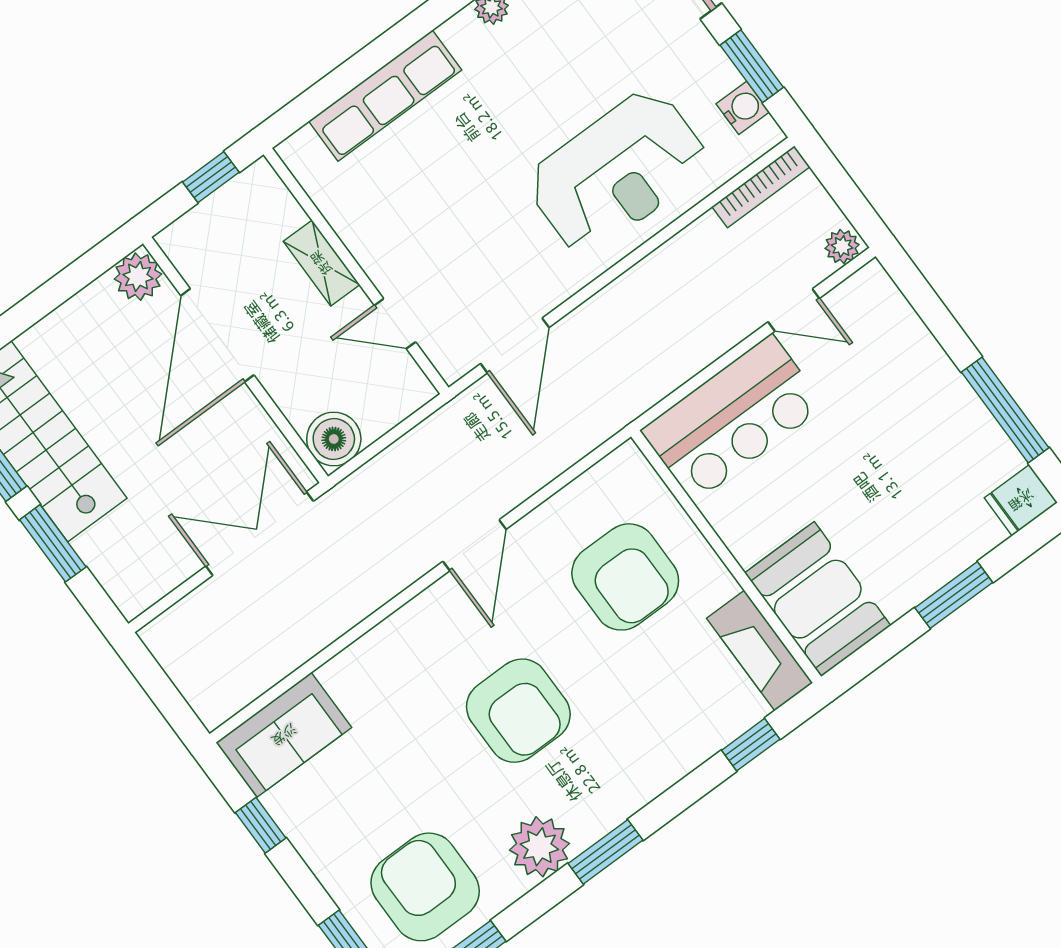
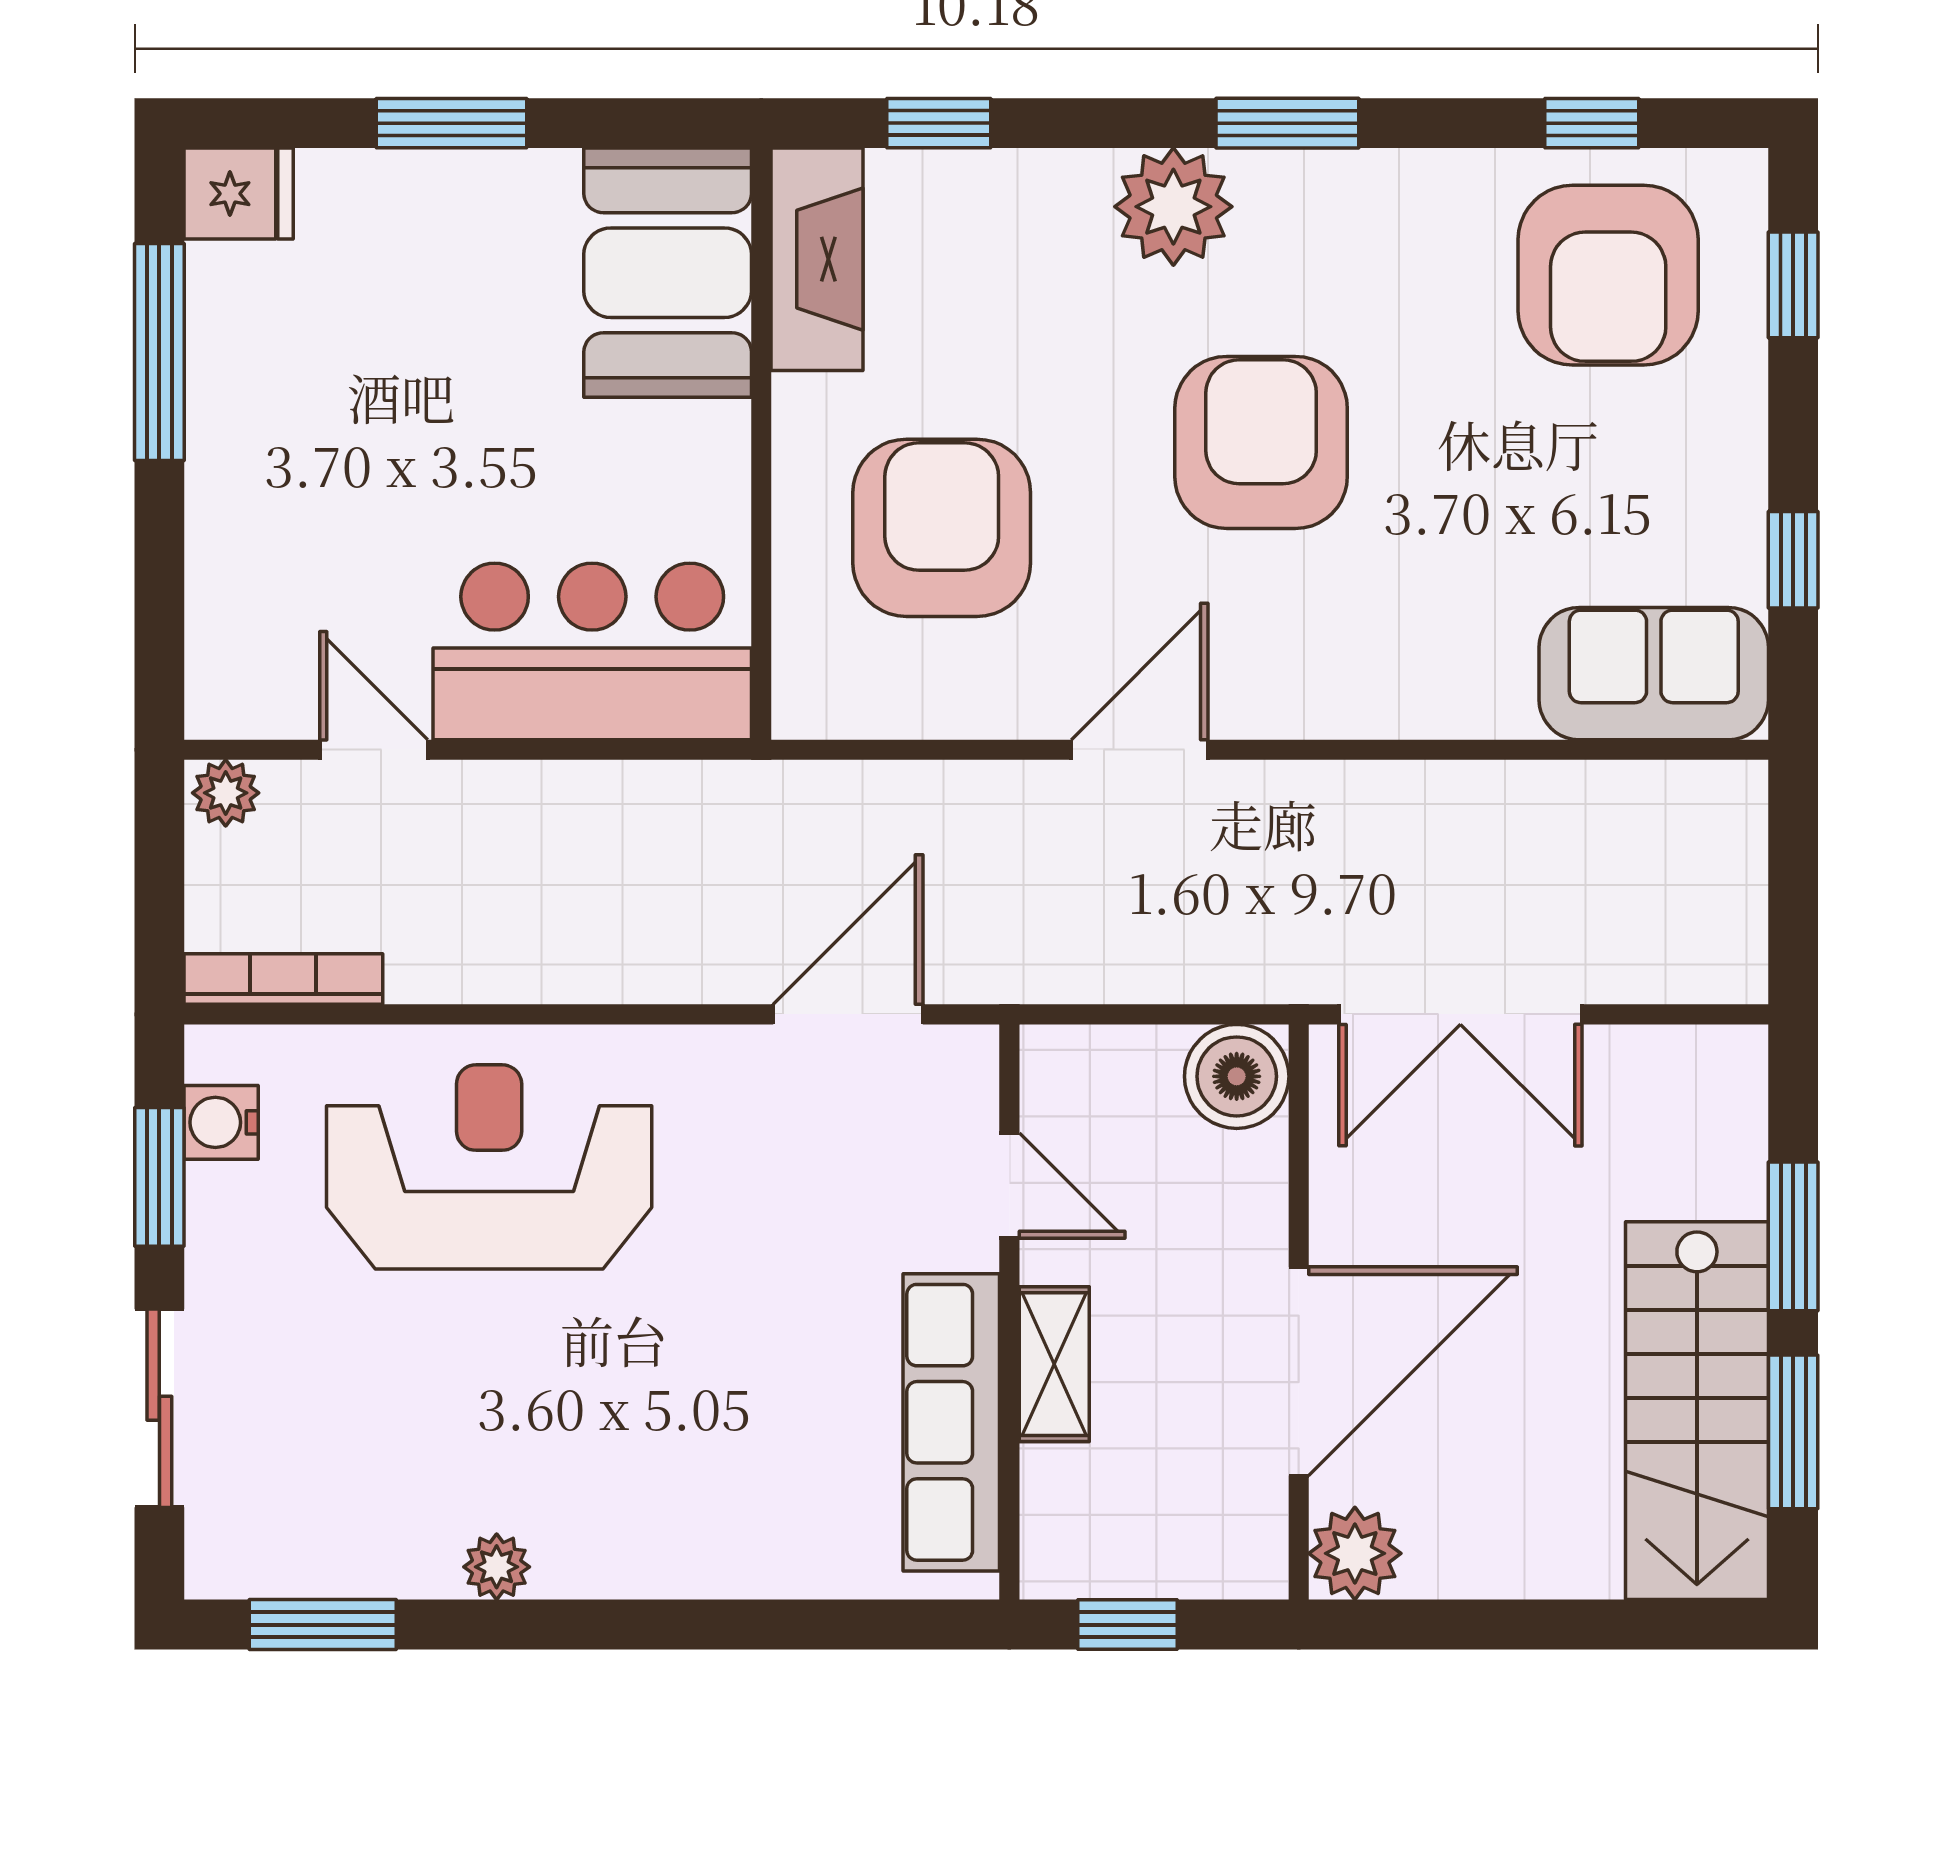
row of seats: (385, 96) -> (951, 1422), moved, turned -90
plant: (539, 847) -> (1173, 207), moved

